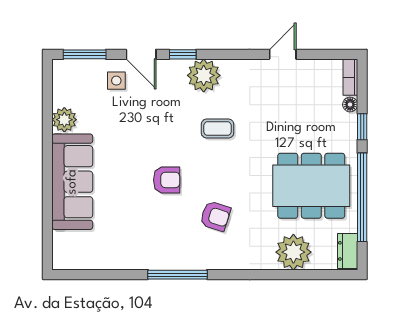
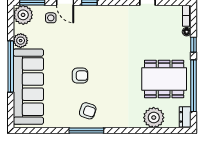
plant: (204, 75) -> (23, 15), moved
coffee table: (218, 129) -> (110, 46), removed
window: (47, 164) -> (11, 67), added
sofa: (72, 182) -> (28, 87), width x1.36, depth x1.27
armchair: (215, 216) -> (88, 111), moved

